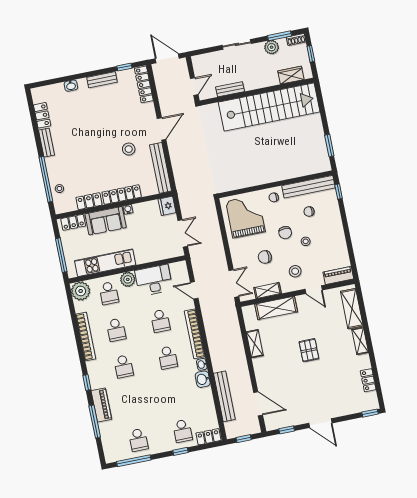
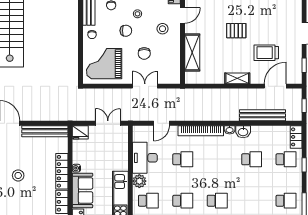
stool: (129, 149) -> (18, 175), moved
double door: (234, 283) -> (145, 86), moved
shelving: (268, 290) -> (175, 57), removed
shelving: (255, 344) -> (237, 78), moved
school desk: (168, 358) -> (252, 159), moved
trolley: (292, 387) -> (266, 53), added

